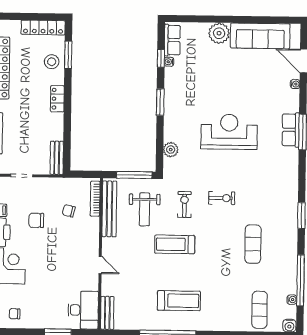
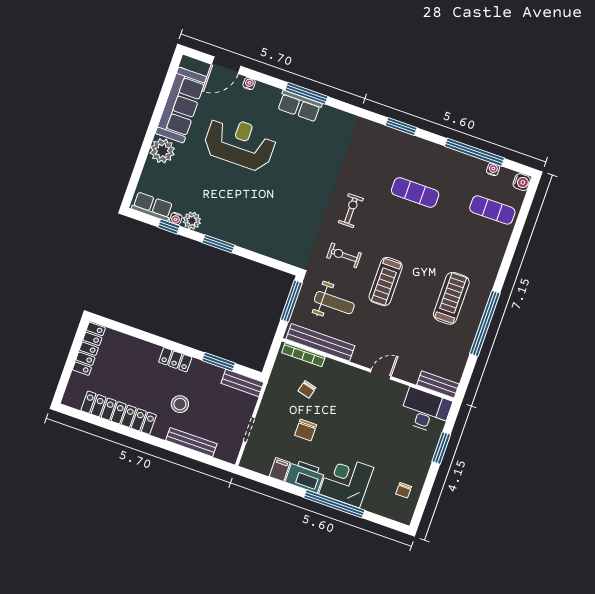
window: (68, 55) -> (219, 362), moved
stool: (52, 62) -> (180, 404), moved
reception desk: (229, 132) -> (240, 143), moved, turned 90
plant: (171, 150) -> (192, 221), moved

